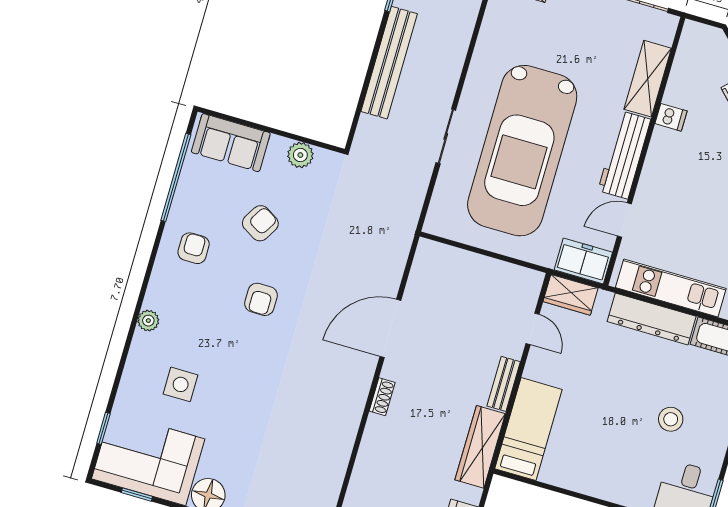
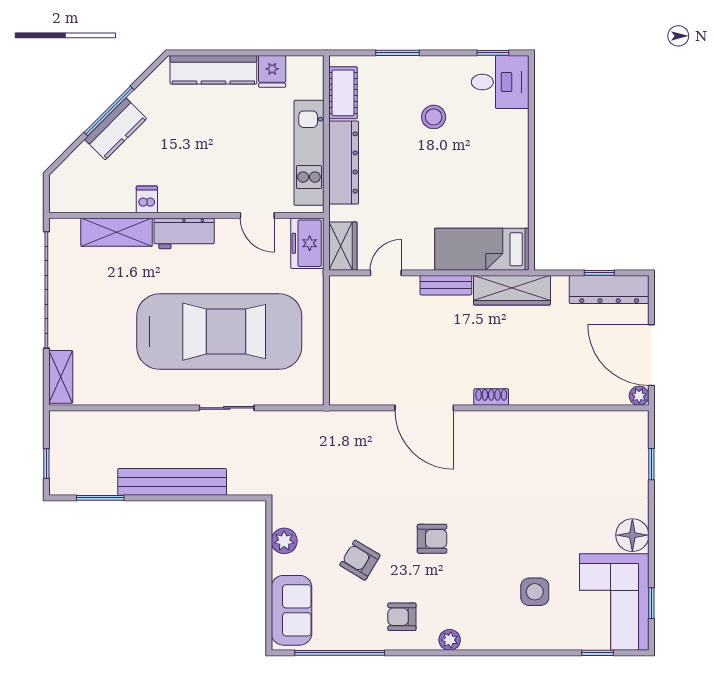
workbench: (624, 155) -> (184, 233), width x0.73
plant: (148, 321) -> (450, 640), moved

